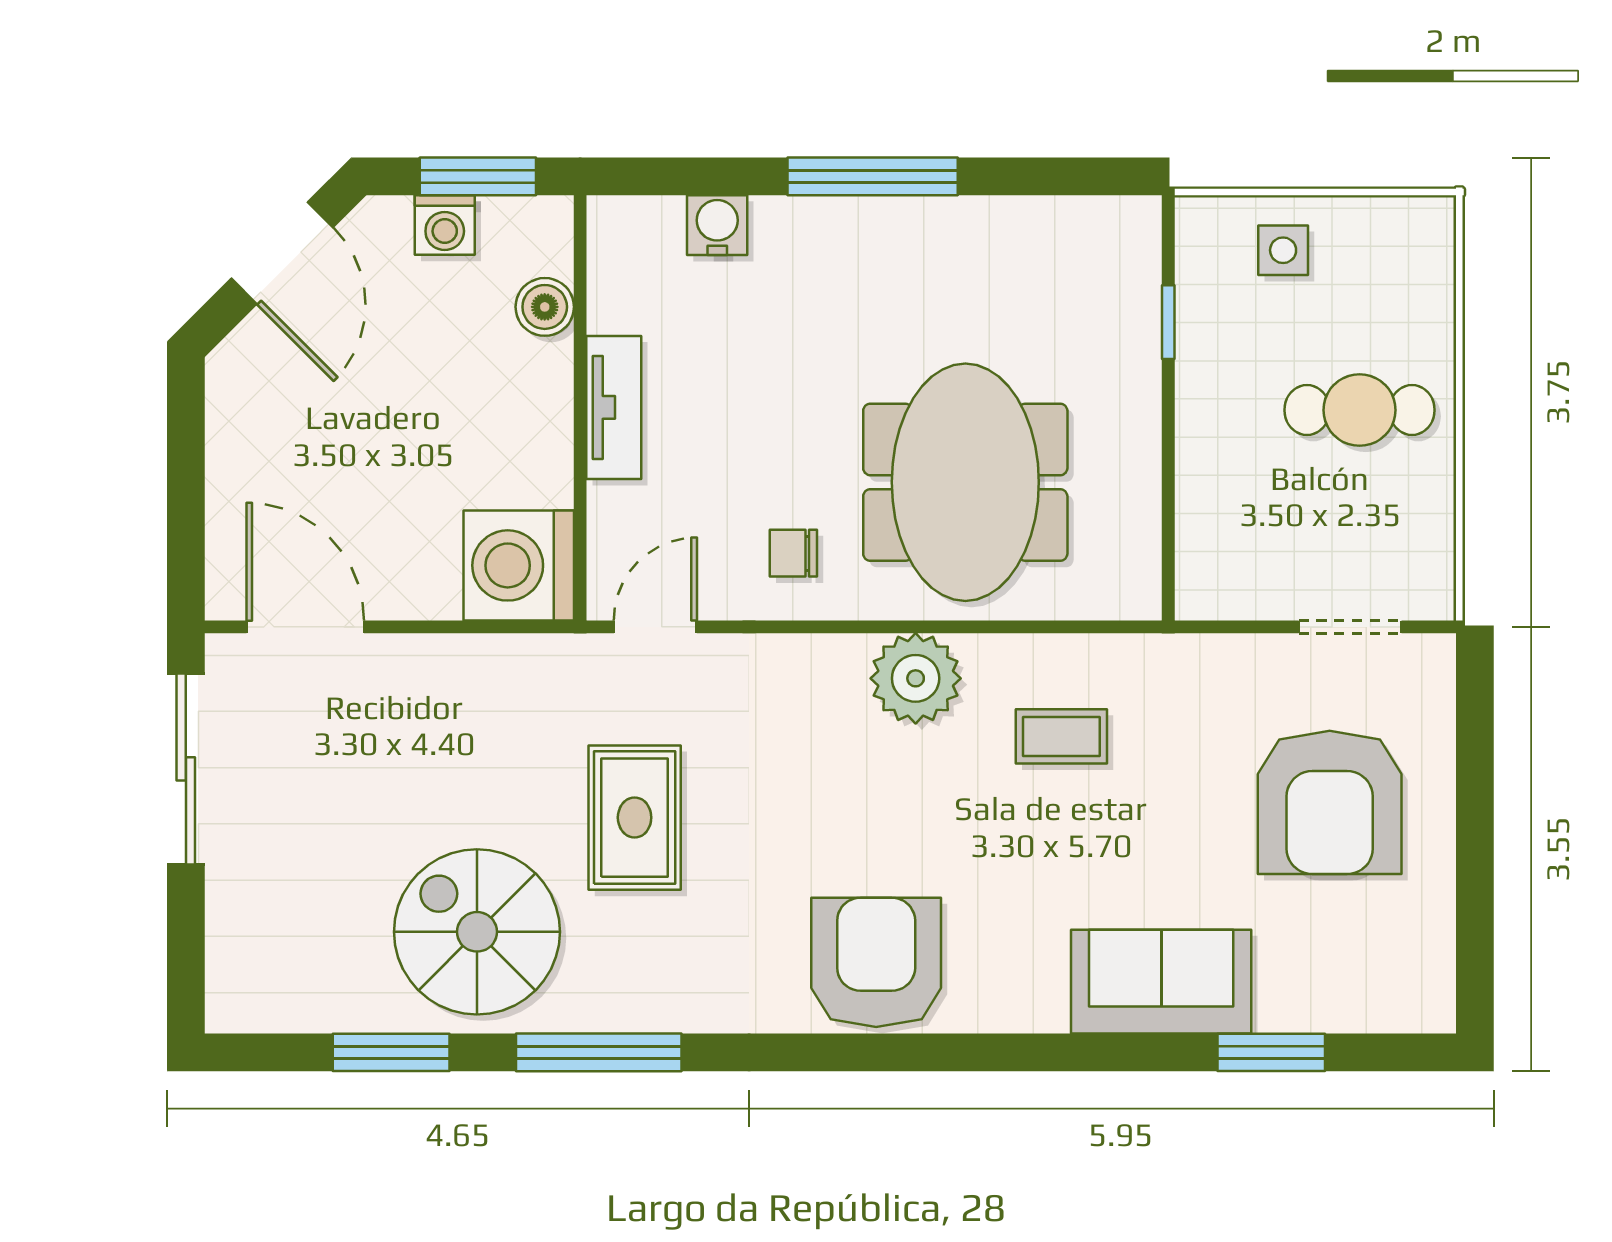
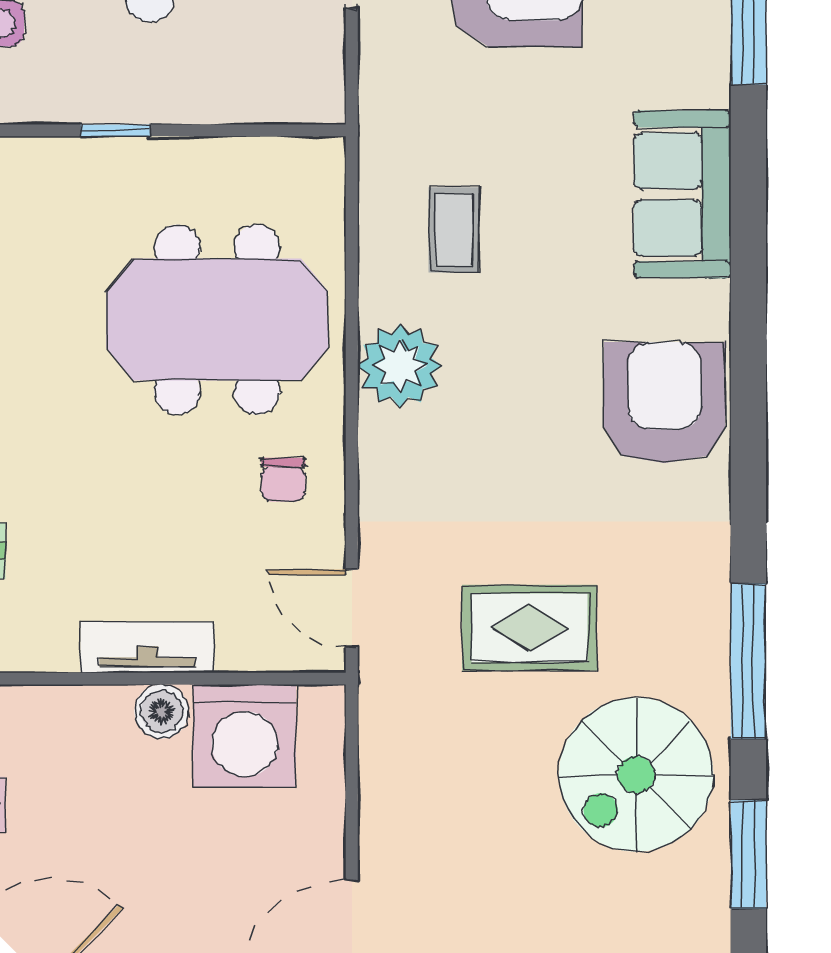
boiler: (545, 307) -> (162, 711), moved
window: (1168, 322) -> (115, 130), moved
washing machine: (519, 565) -> (245, 736), moved
armchair: (876, 962) -> (665, 403), turned 90
sofa: (1161, 982) -> (682, 194), moved

